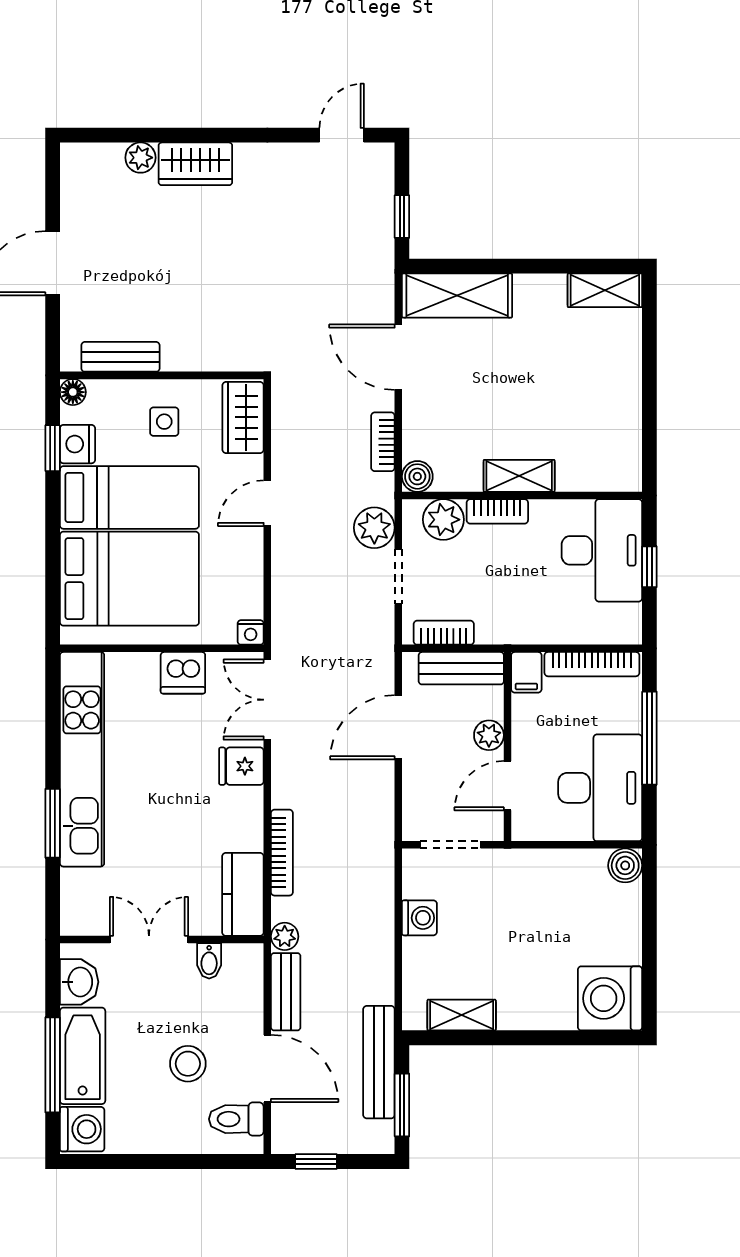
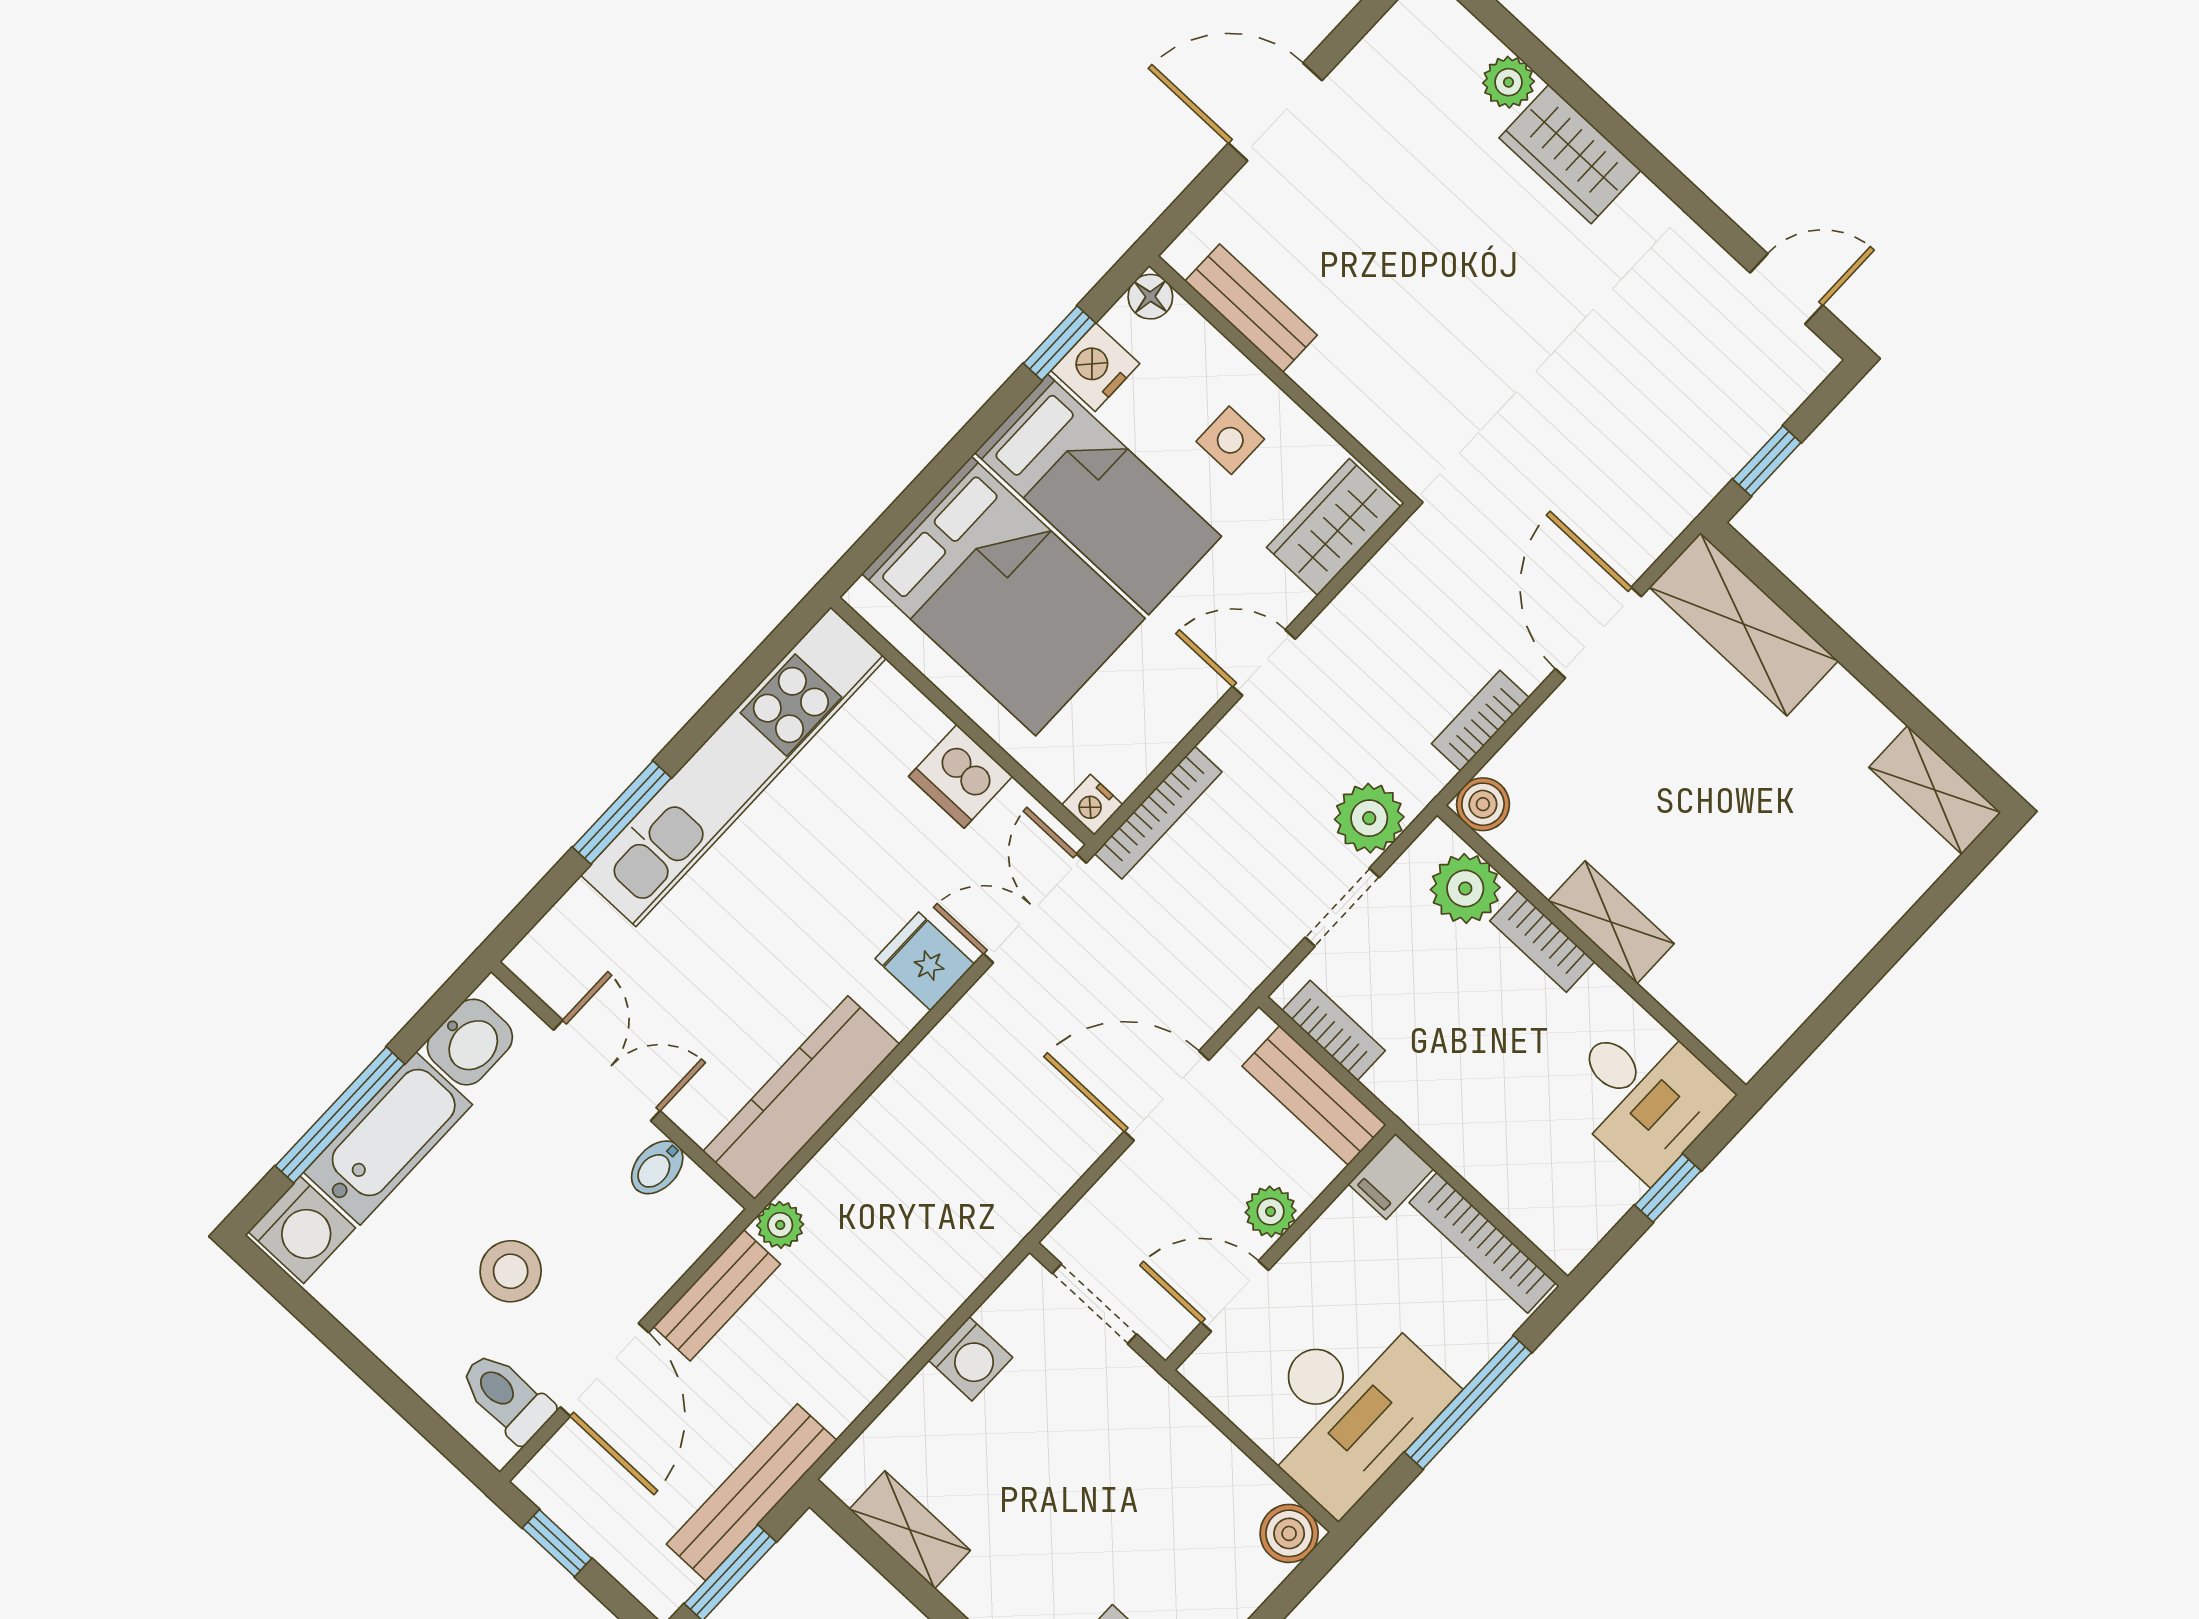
desk: (602, 550) -> (1644, 1095), width x0.73
bookcase: (282, 853) -> (1158, 813), moved
kitchen counter: (243, 894) -> (801, 1098), width x1.50

